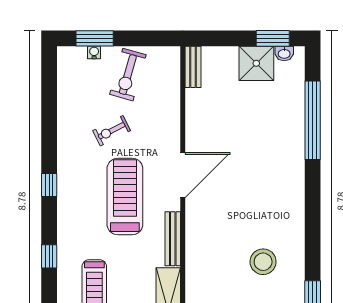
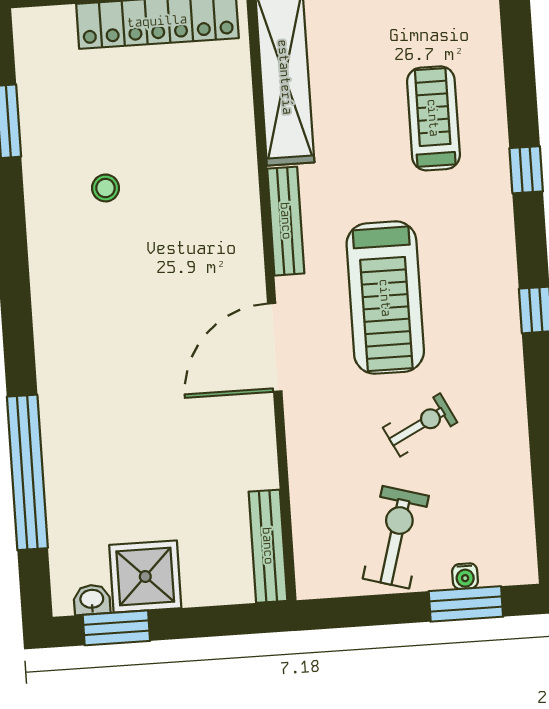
bench: (193, 67) -> (268, 546), width x1.36
stool: (263, 262) -> (105, 188), width x0.53, depth x0.53

